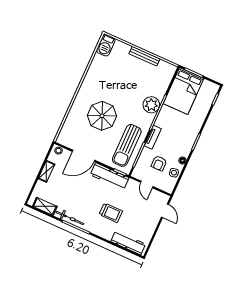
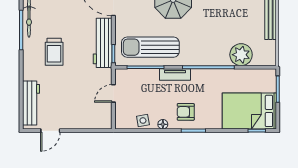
bed: (184, 91) -> (249, 111), moved
plant: (151, 105) -> (241, 55), moved
armchair: (159, 163) -> (186, 112), moved
door: (165, 211) -> (50, 131), moved
trolley: (111, 213) -> (54, 52), moved

